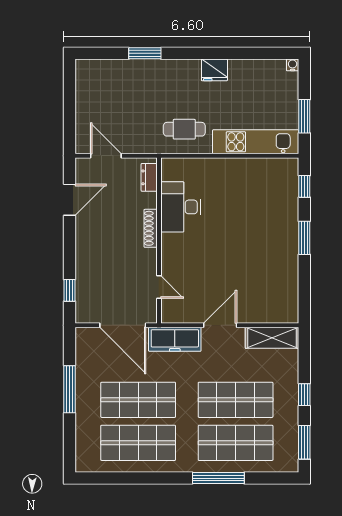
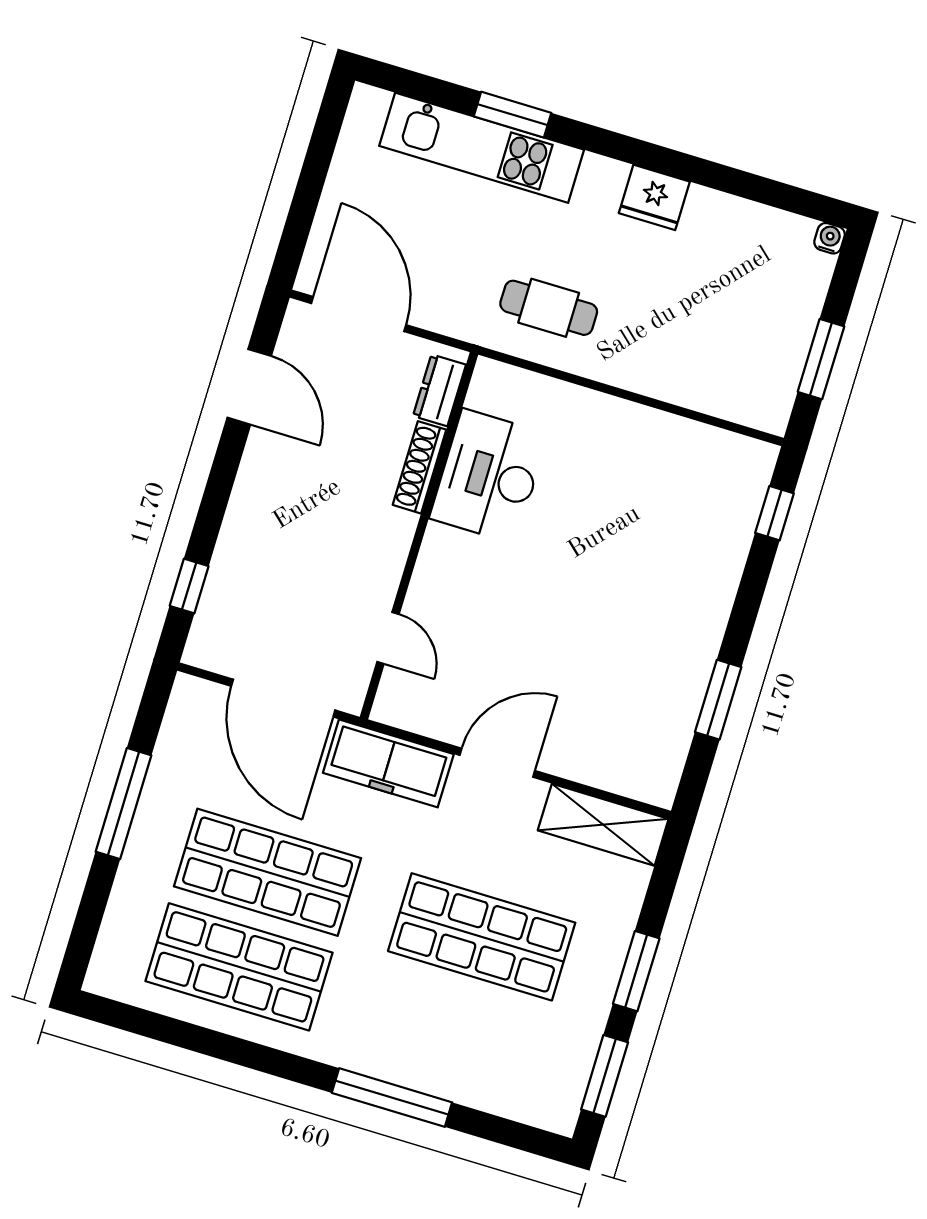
kitchen unit: (256, 142) -> (482, 148), moved, turned 180
door: (106, 156) -> (359, 314), width x1.36
door: (69, 200) -> (249, 387), hinge flipped
shoe rack: (151, 228) -> (420, 467), moved
window: (304, 238) -> (718, 700), moved
window: (304, 395) -> (636, 971), width x1.50
shop shelf: (236, 443) -> (453, 1032), removed

